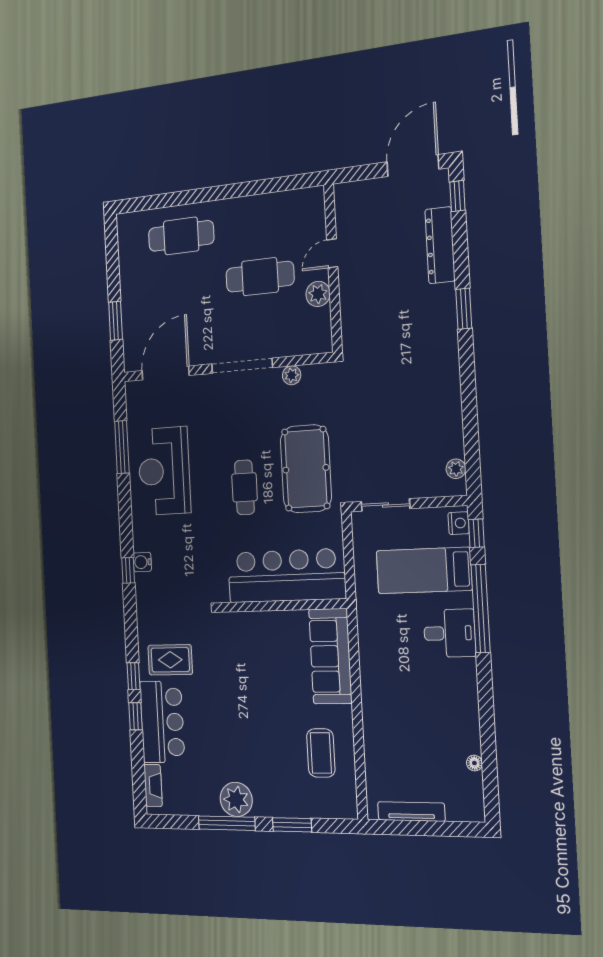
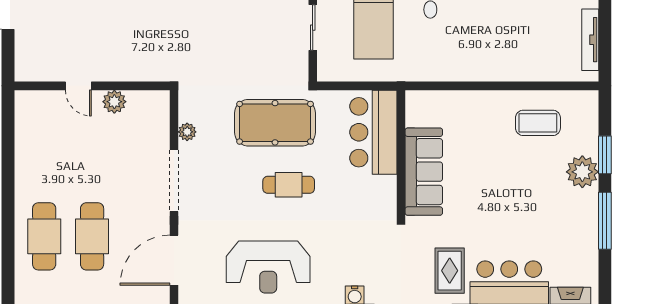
cafe table: (260, 277) -> (92, 236), moved
door: (166, 373) -> (174, 260), hinge flipped
sliding door: (385, 505) -> (313, 28), moved
bar counter: (286, 576) -> (373, 132), width x0.73
sofa: (330, 656) -> (424, 172), moved, turned -90
plant: (236, 799) -> (582, 172), moved

